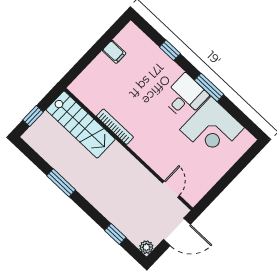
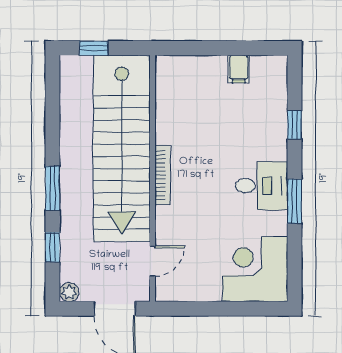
stairs: (81, 125) -> (122, 148), width x1.86, depth x1.51
bookcase: (115, 127) -> (162, 175), moved
corner desk: (212, 129) -> (255, 269), moved, turned 90
window: (61, 183) -> (52, 188), moved

